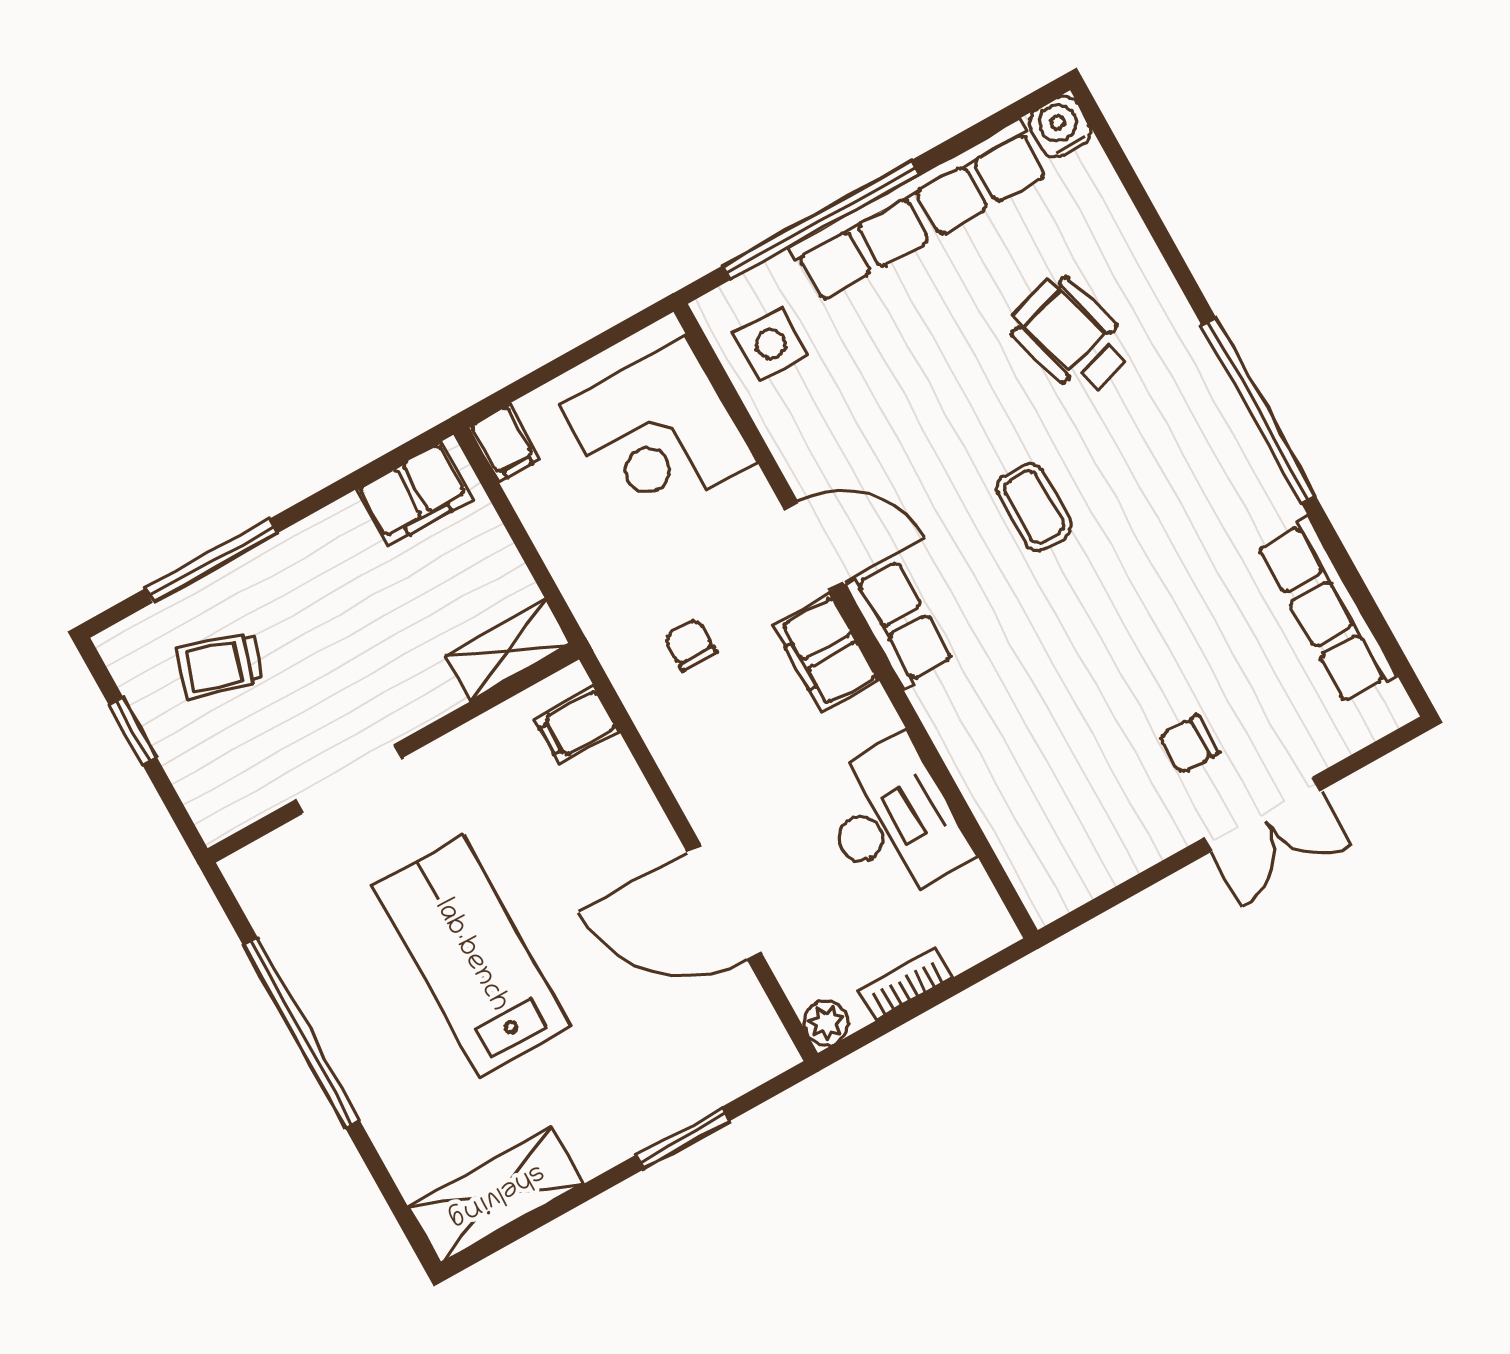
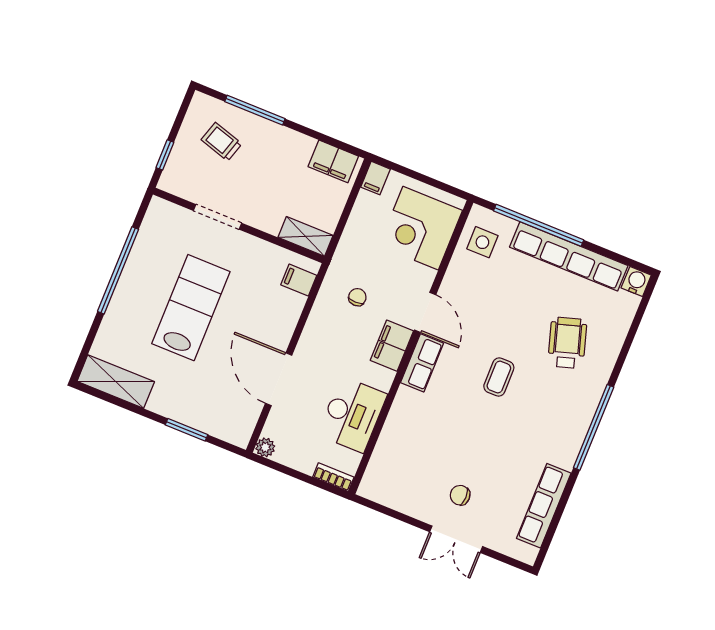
window: (133, 731) -> (165, 155), moved
bookcase: (905, 984) -> (333, 477), moved

